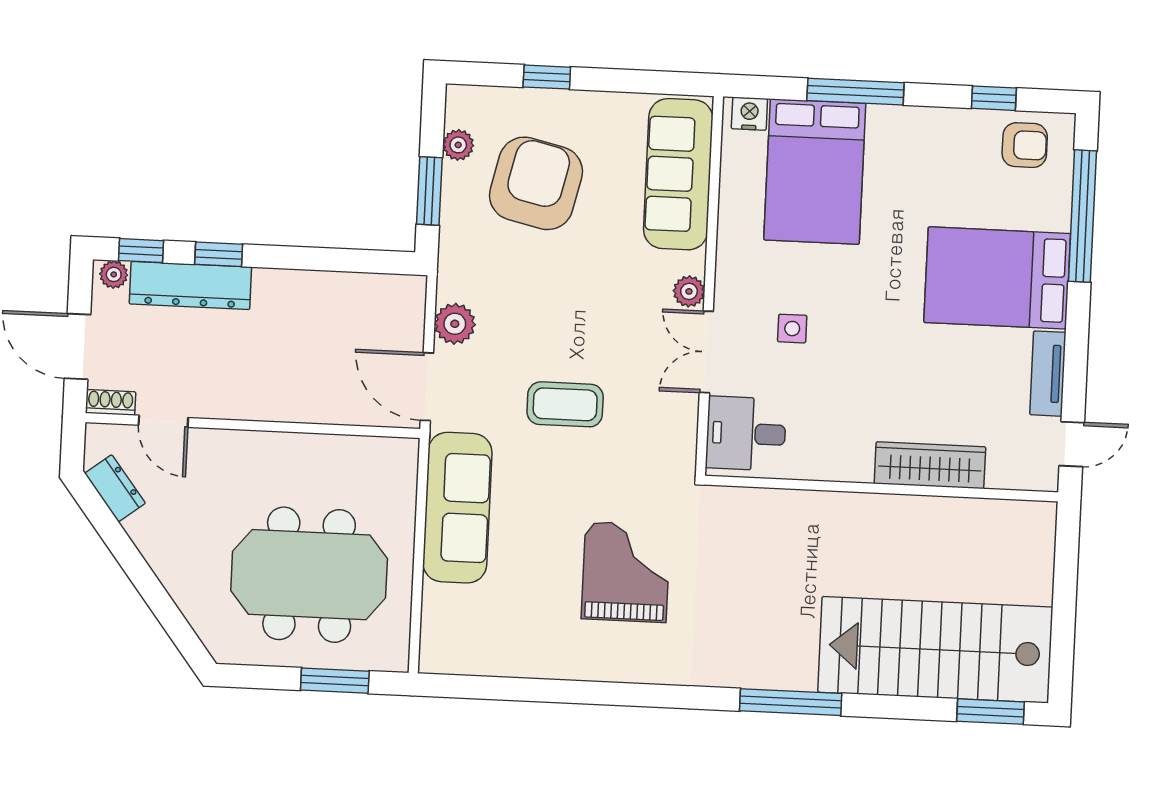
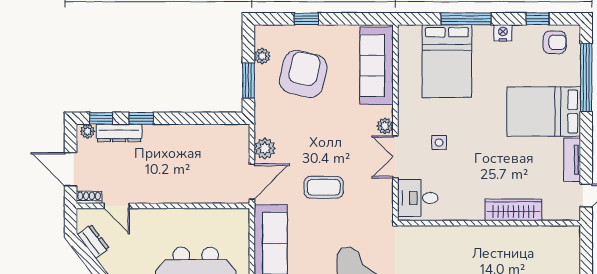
nightstand: (749, 114) -> (503, 33), moved
dresser: (190, 286) -> (119, 133), width x0.73, depth x0.80
door: (427, 387) -> (252, 182), swing flipped

